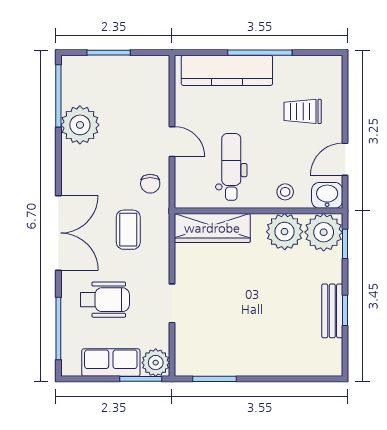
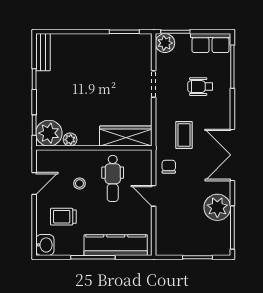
trolley: (303, 111) -> (63, 217), turned 180
stool: (285, 192) -> (79, 184), moved
washbasin: (327, 195) -> (45, 245), moved, turned -90
plant: (285, 232) -> (70, 140), width x0.53, depth x0.53
double door: (58, 233) -> (232, 155), moved
wheelchair: (105, 300) -> (200, 87), width x0.73, depth x0.73
bench: (332, 311) -> (43, 52), moved
row of seats: (111, 363) -> (211, 43), moved

